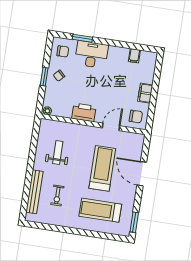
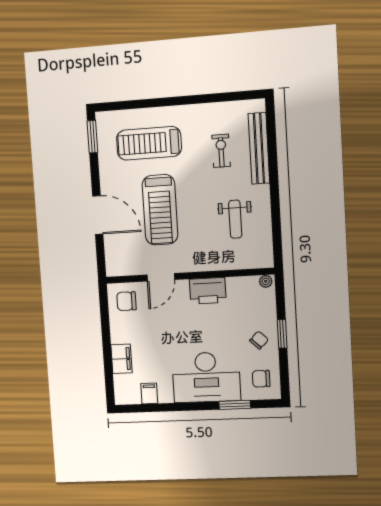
desk: (91, 55) -> (206, 377), width x1.36, depth x1.30
filing cabinet: (145, 93) -> (121, 359), moved
treadmill: (100, 210) -> (149, 143), turned 180

